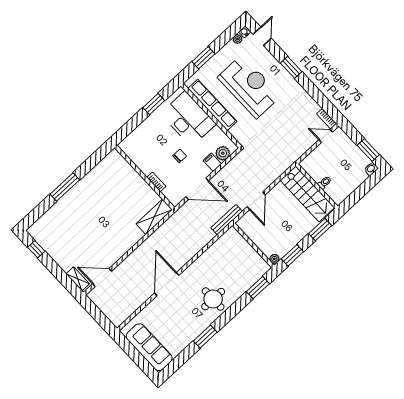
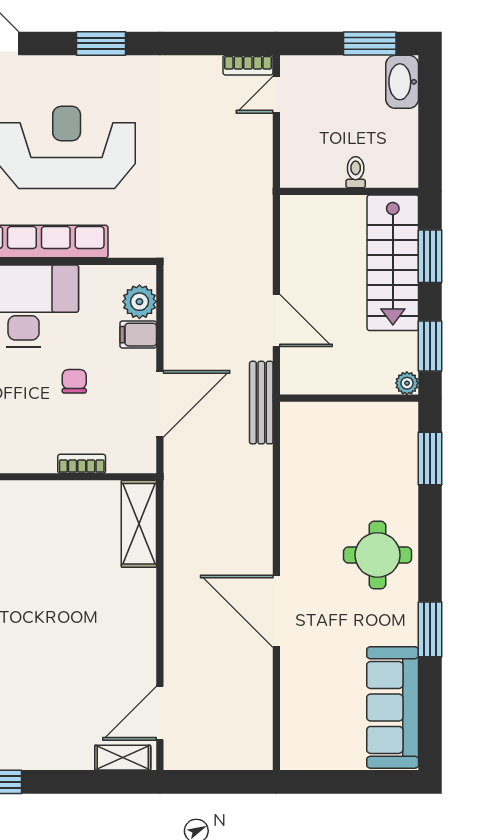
washbasin: (371, 169) -> (402, 82), width x1.91, depth x1.45
stairs: (307, 194) -> (393, 263), moved, turned 90
sofa: (149, 347) -> (393, 707), moved, turned -90

